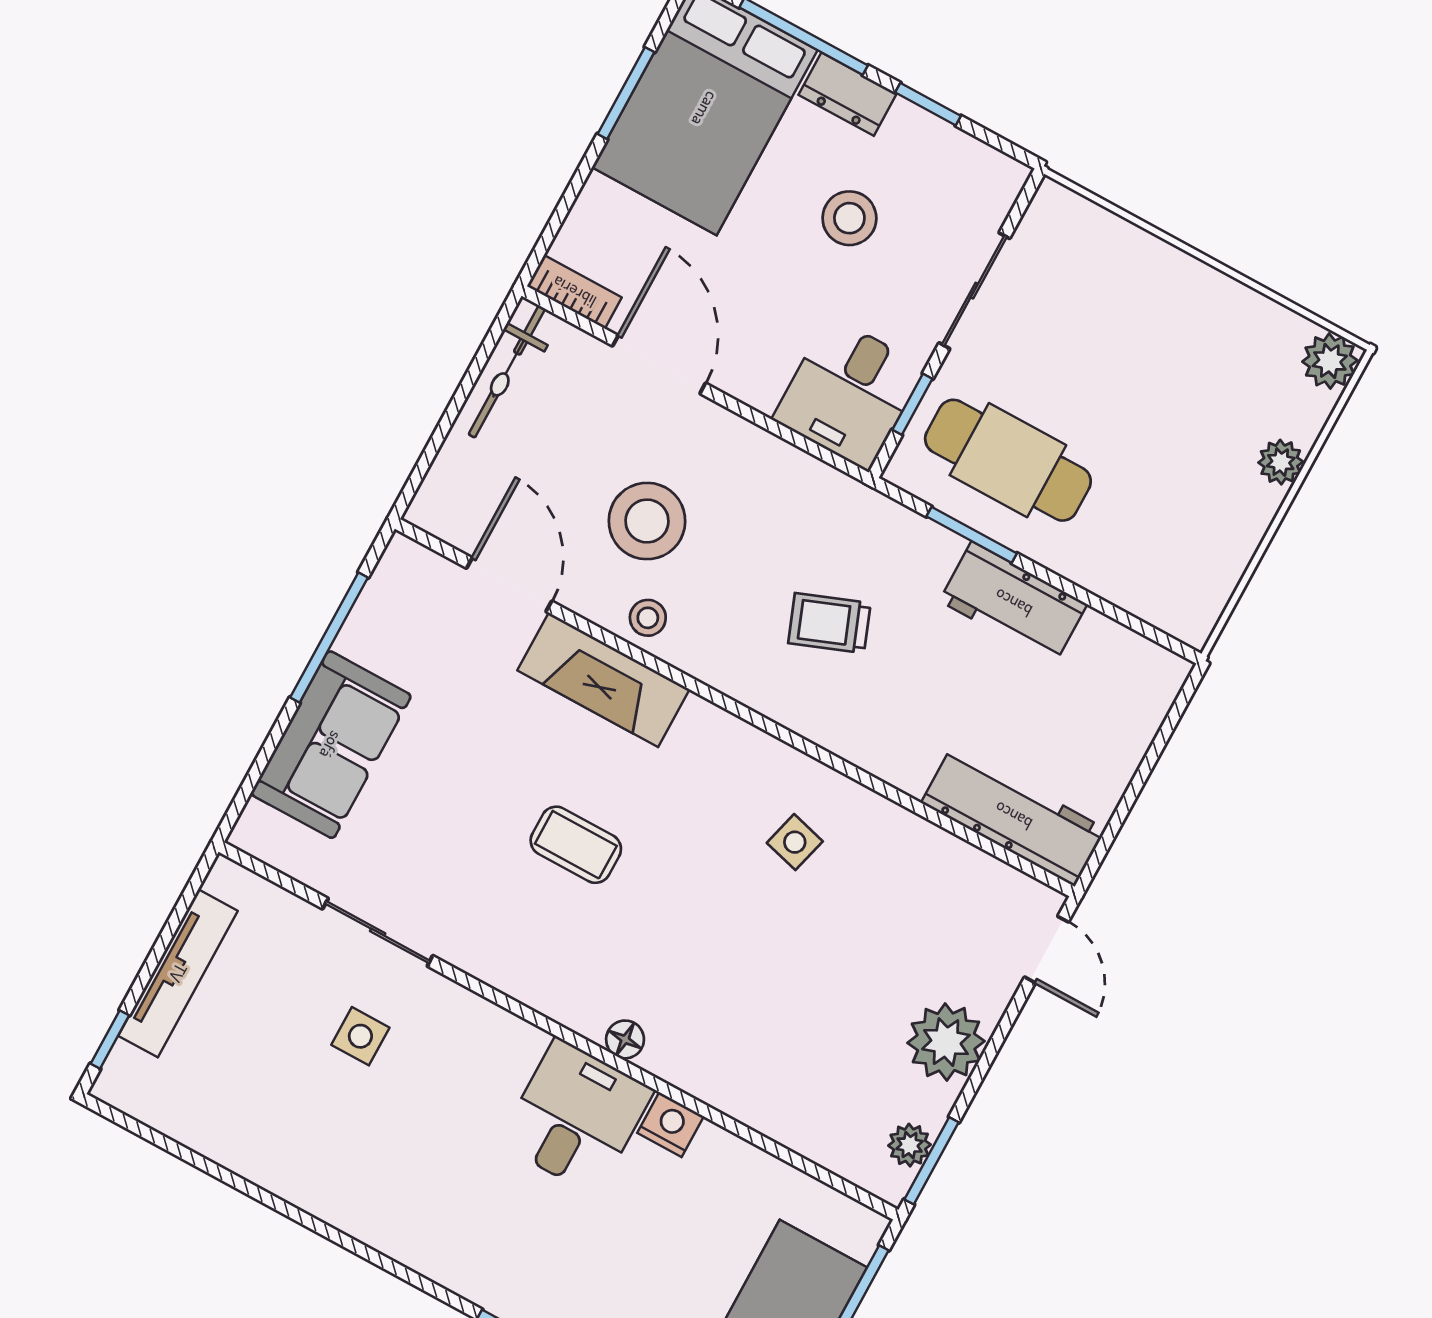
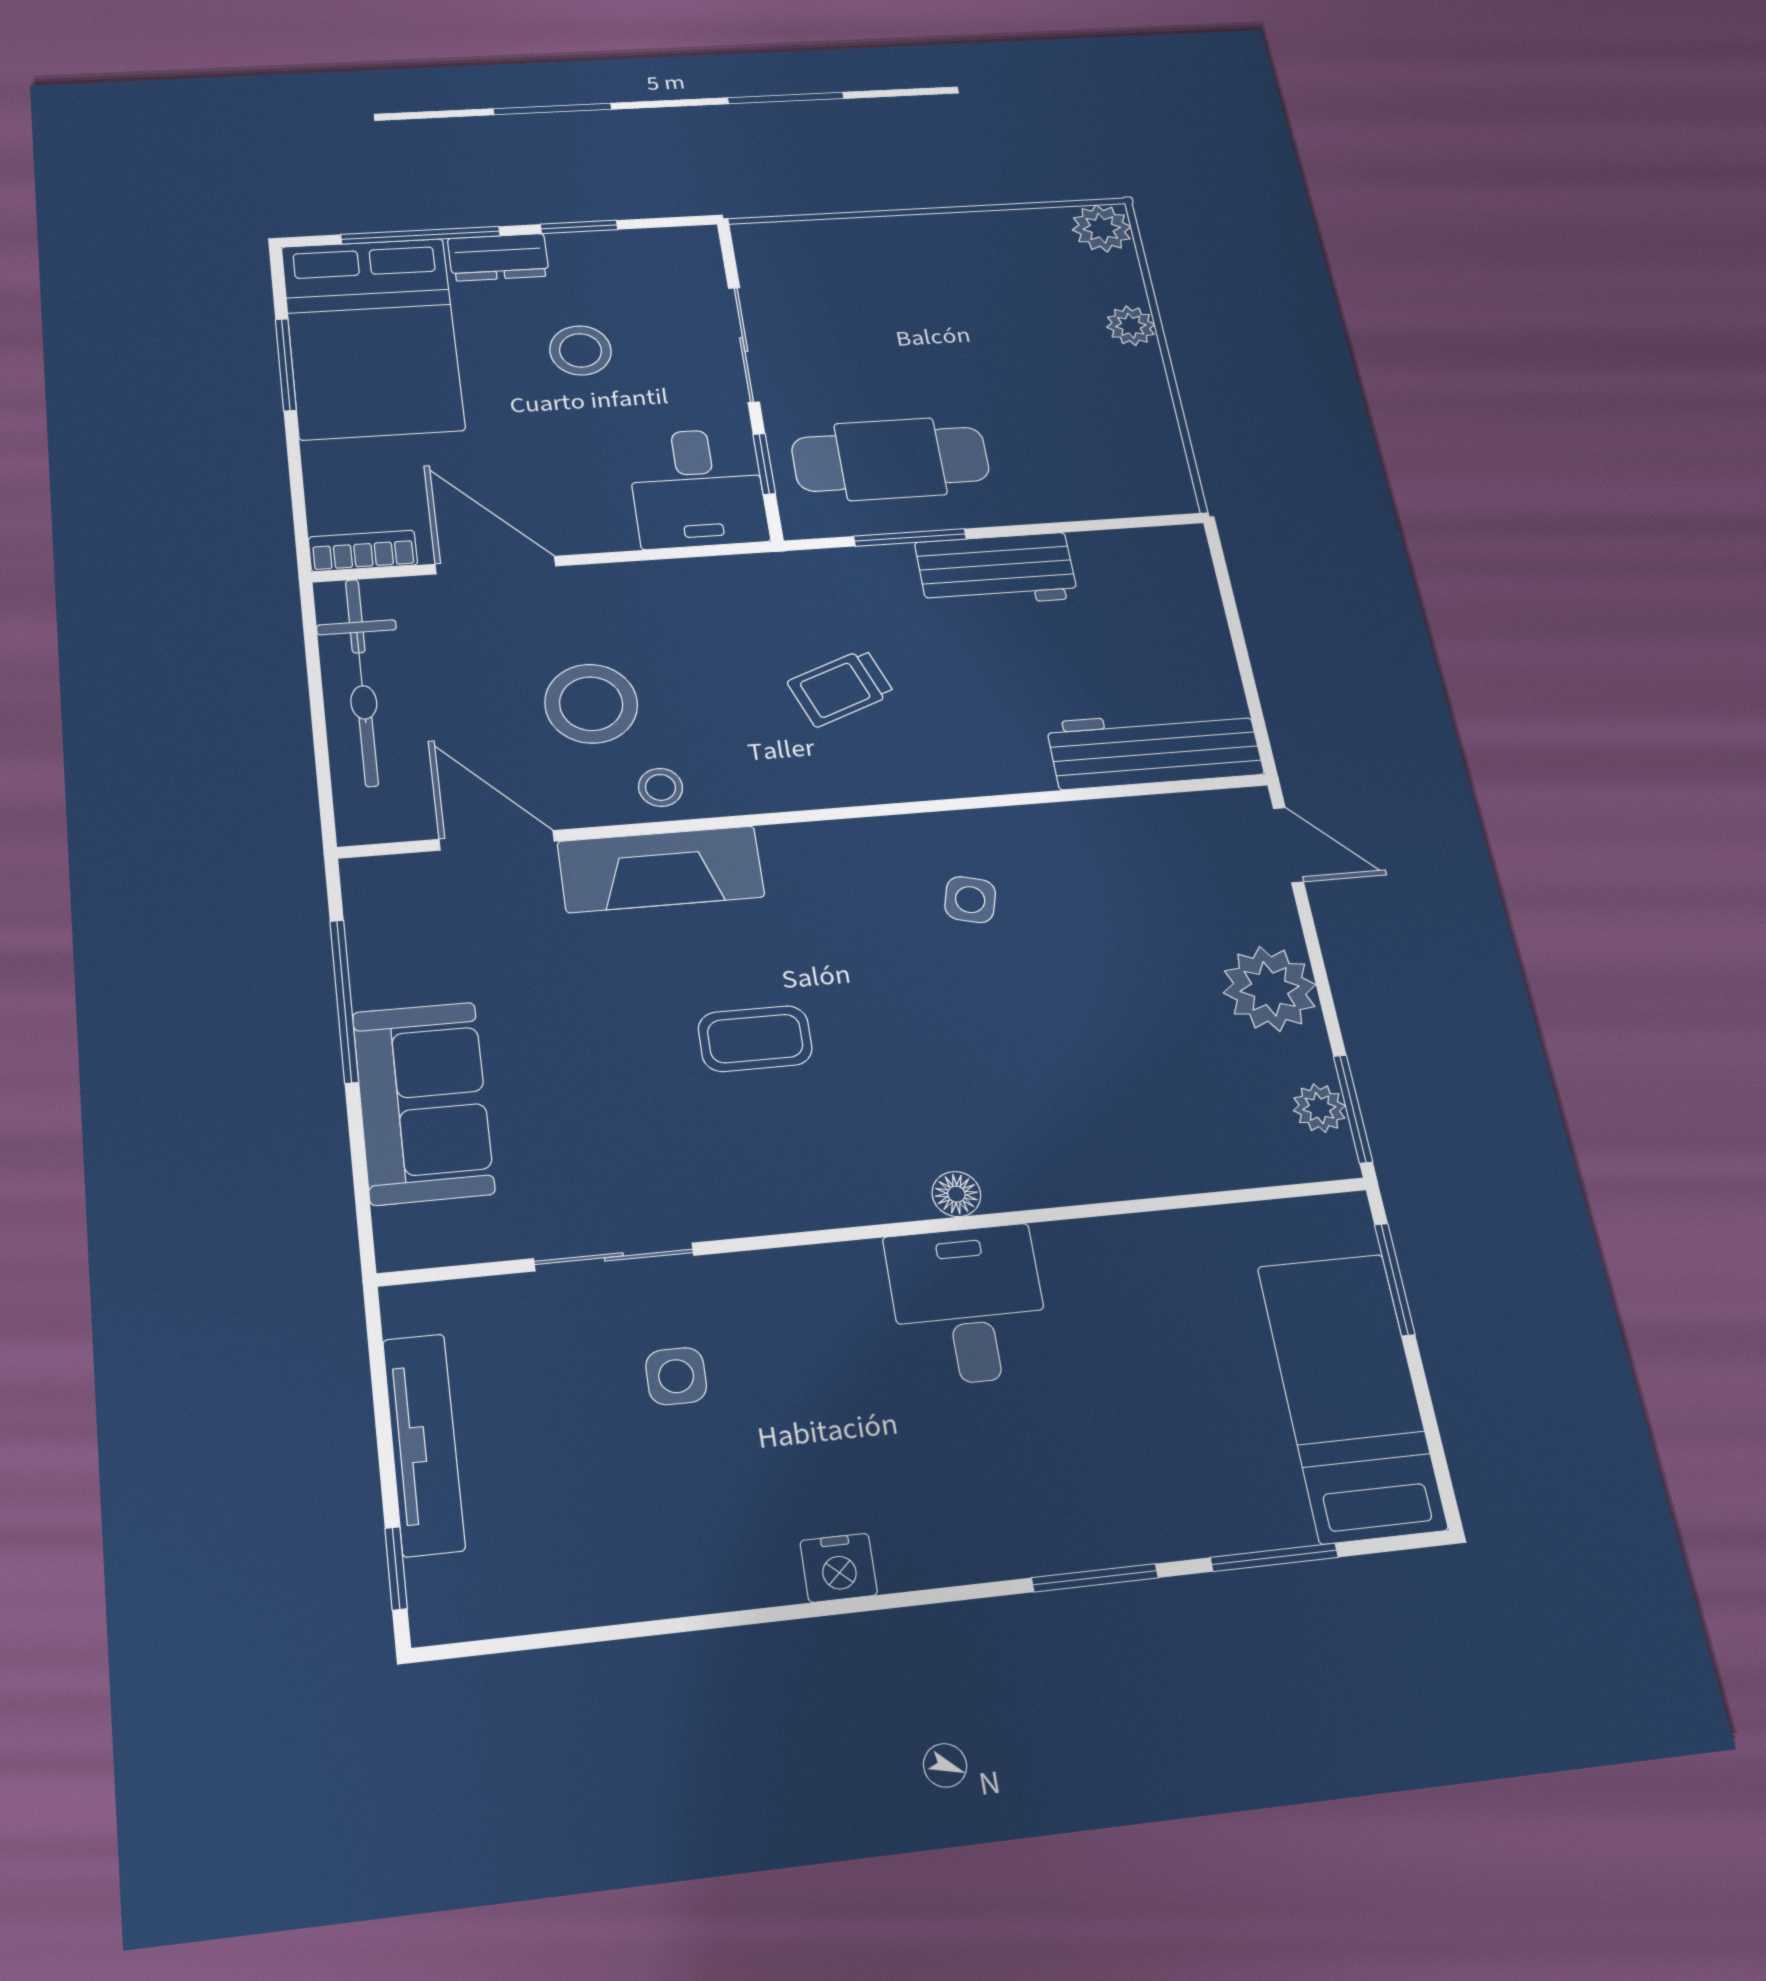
bicycle: (507, 371) -> (362, 682), width x1.37, depth x1.40
nightstand: (670, 1125) -> (839, 1568), moved, turned 180

